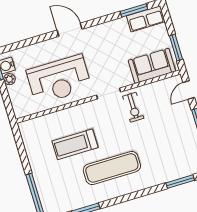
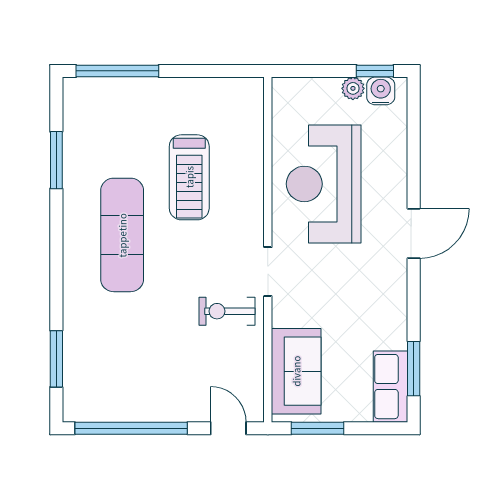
treadmill: (75, 144) -> (189, 177), turned 180

